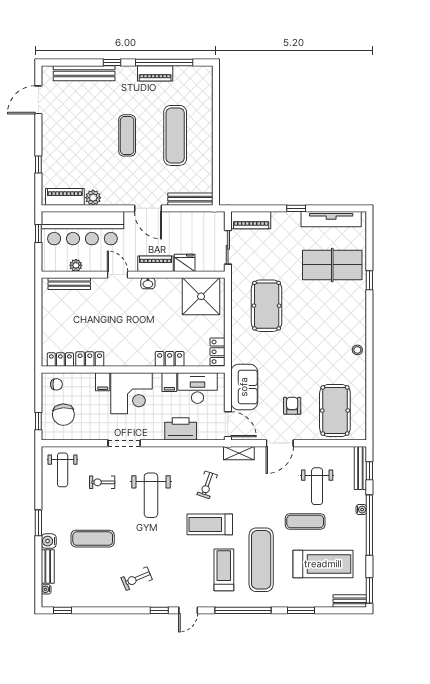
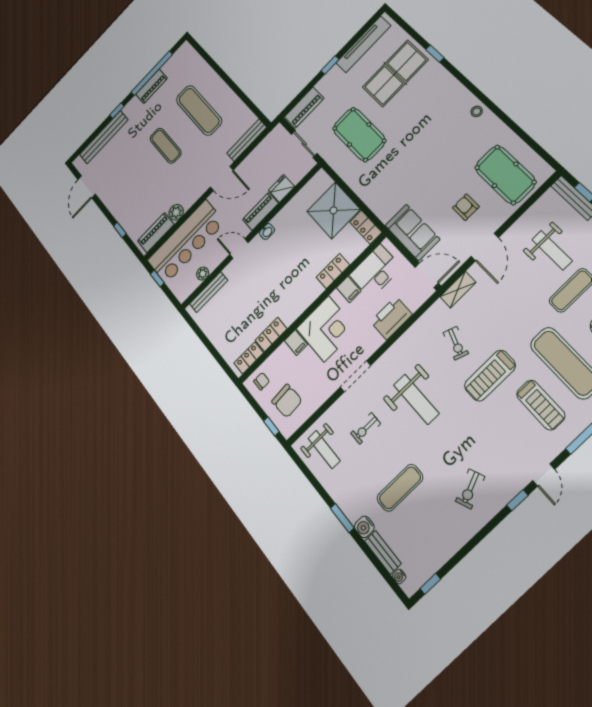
shower: (201, 296) -> (333, 210), moved
pool table: (267, 306) -> (359, 135), moved
treadmill: (224, 570) -> (541, 405), turned 180

